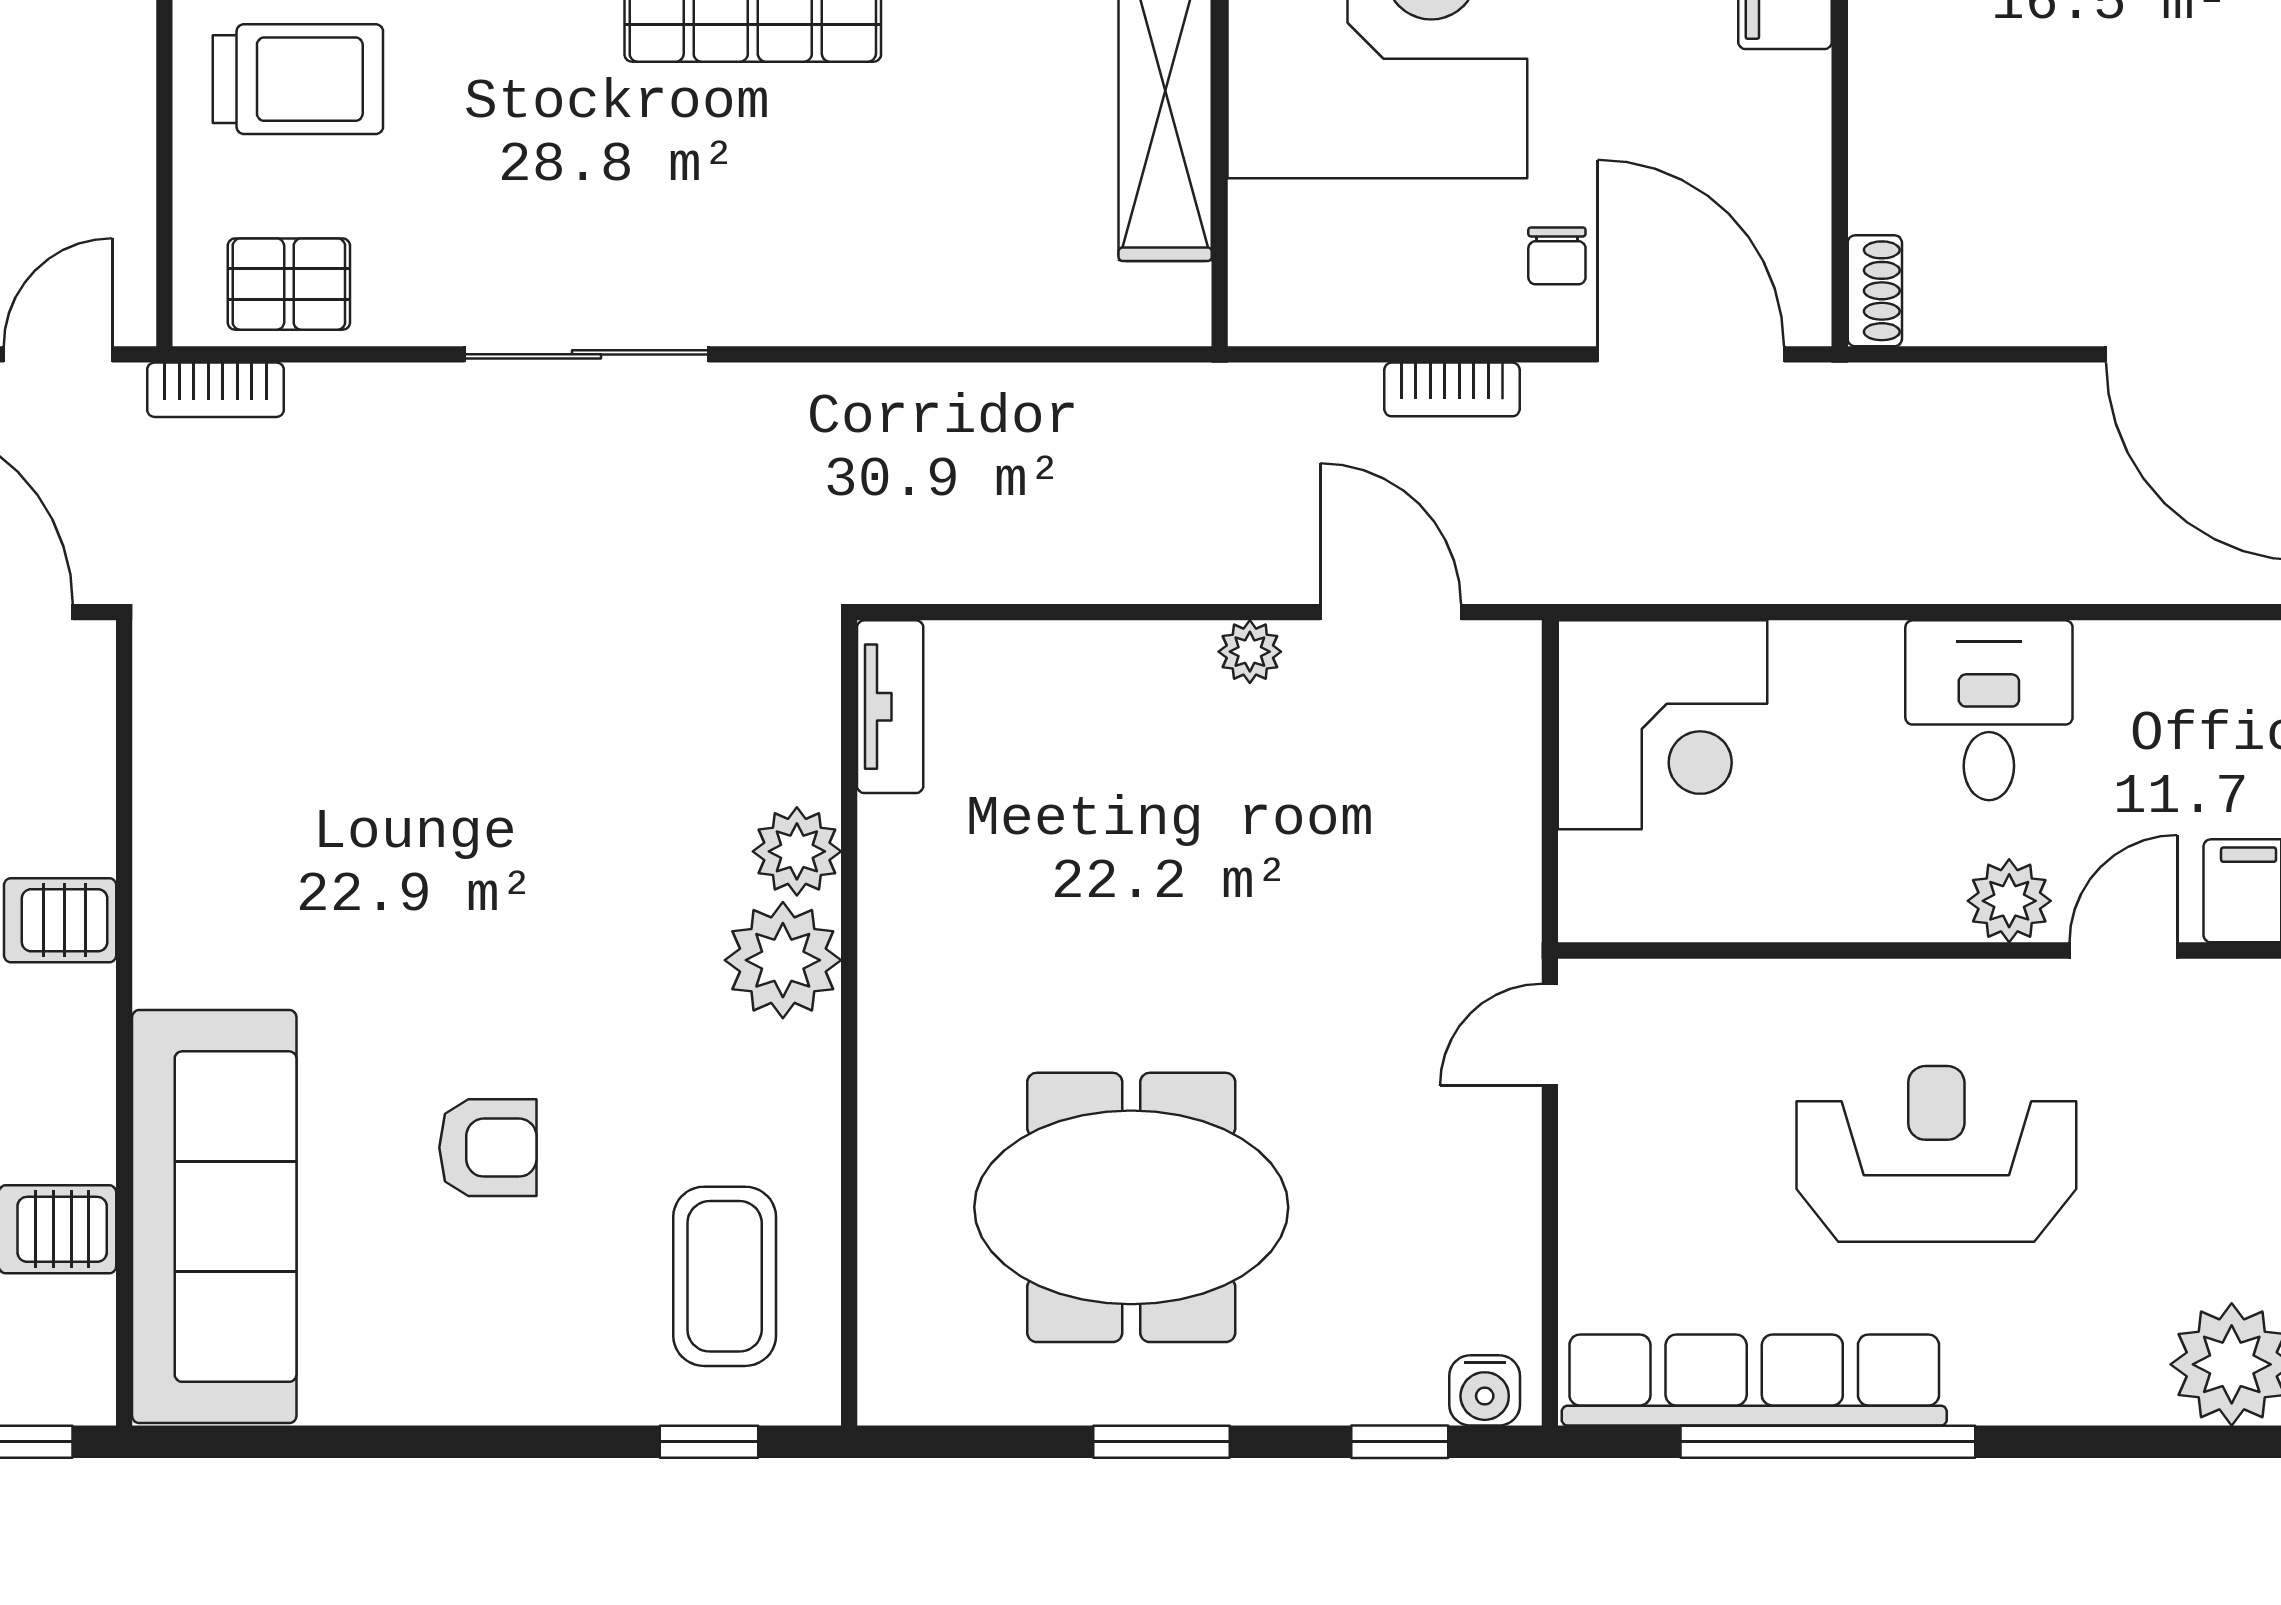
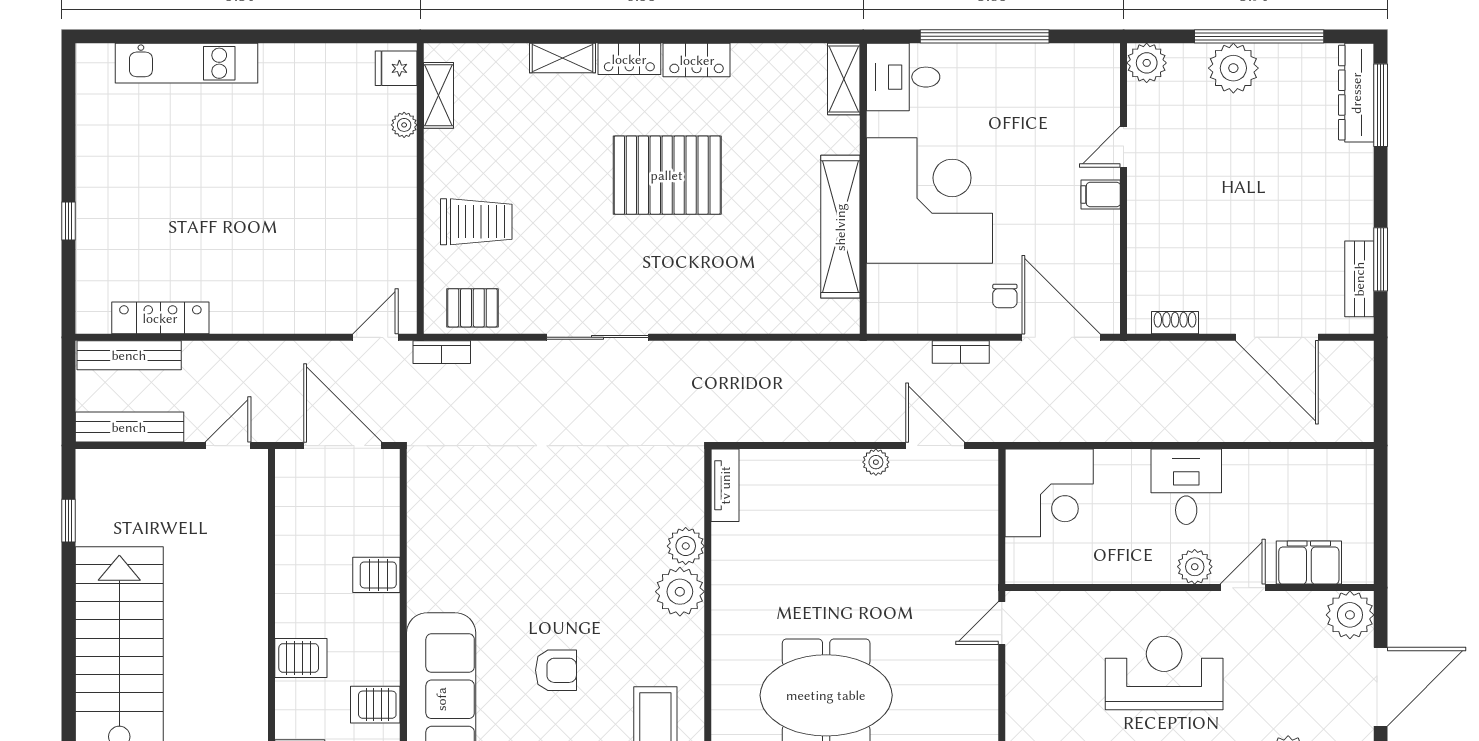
shoe rack: (1875, 291) -> (1175, 323), moved, turned -90

